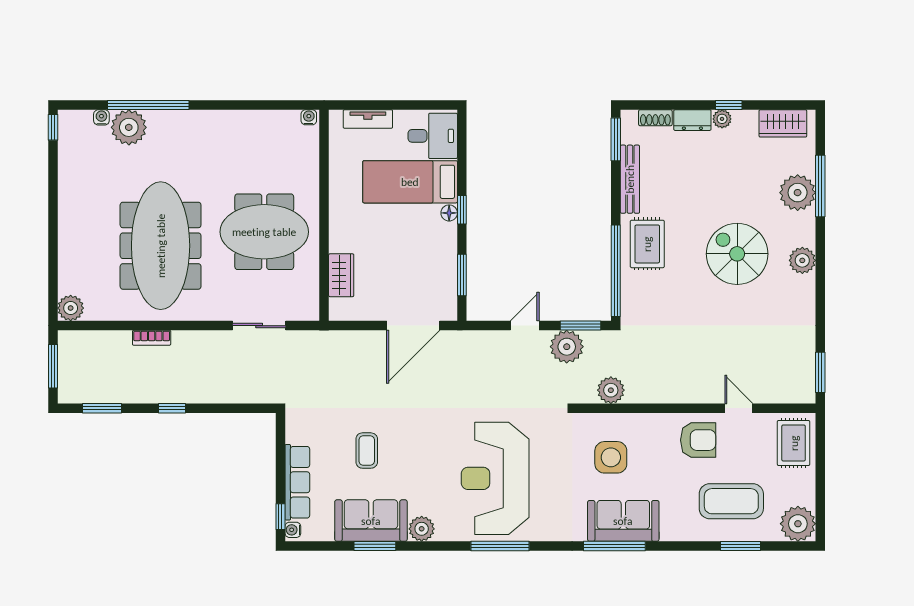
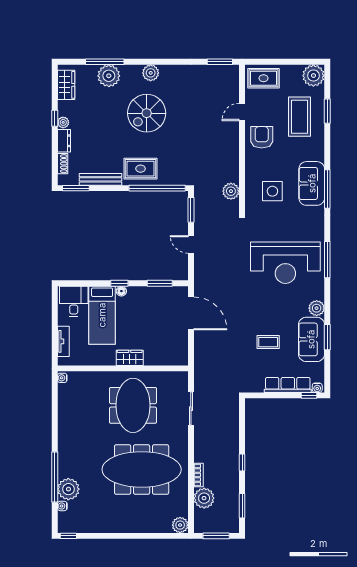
wardrobe: (341, 275) -> (130, 358), moved
plant: (567, 347) -> (204, 498), moved

